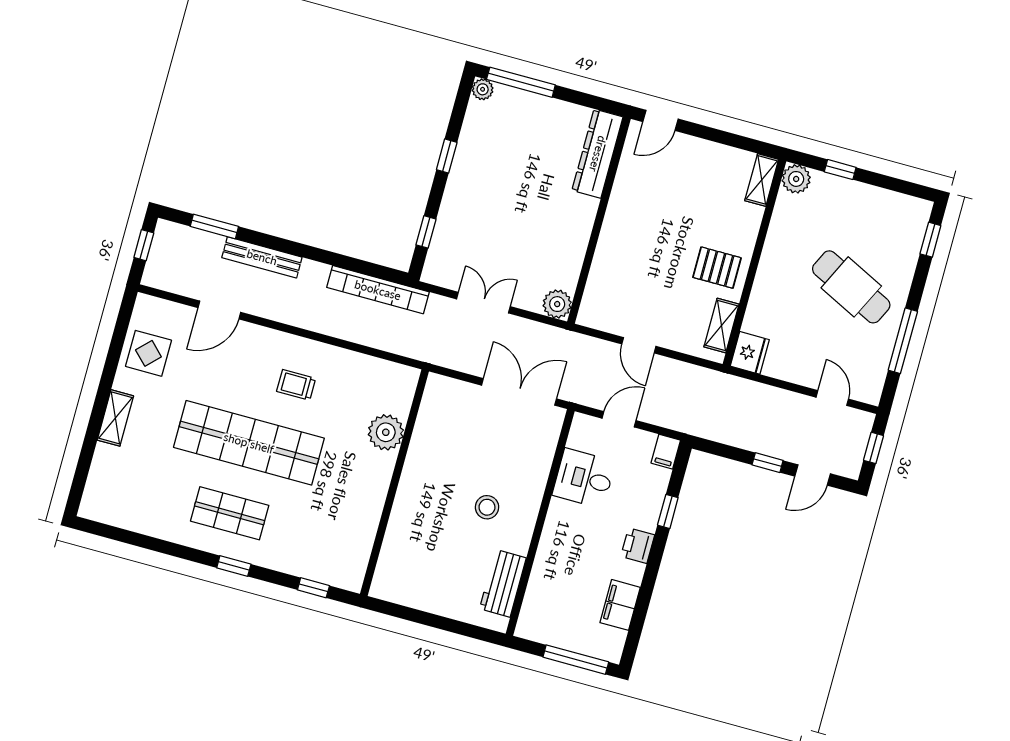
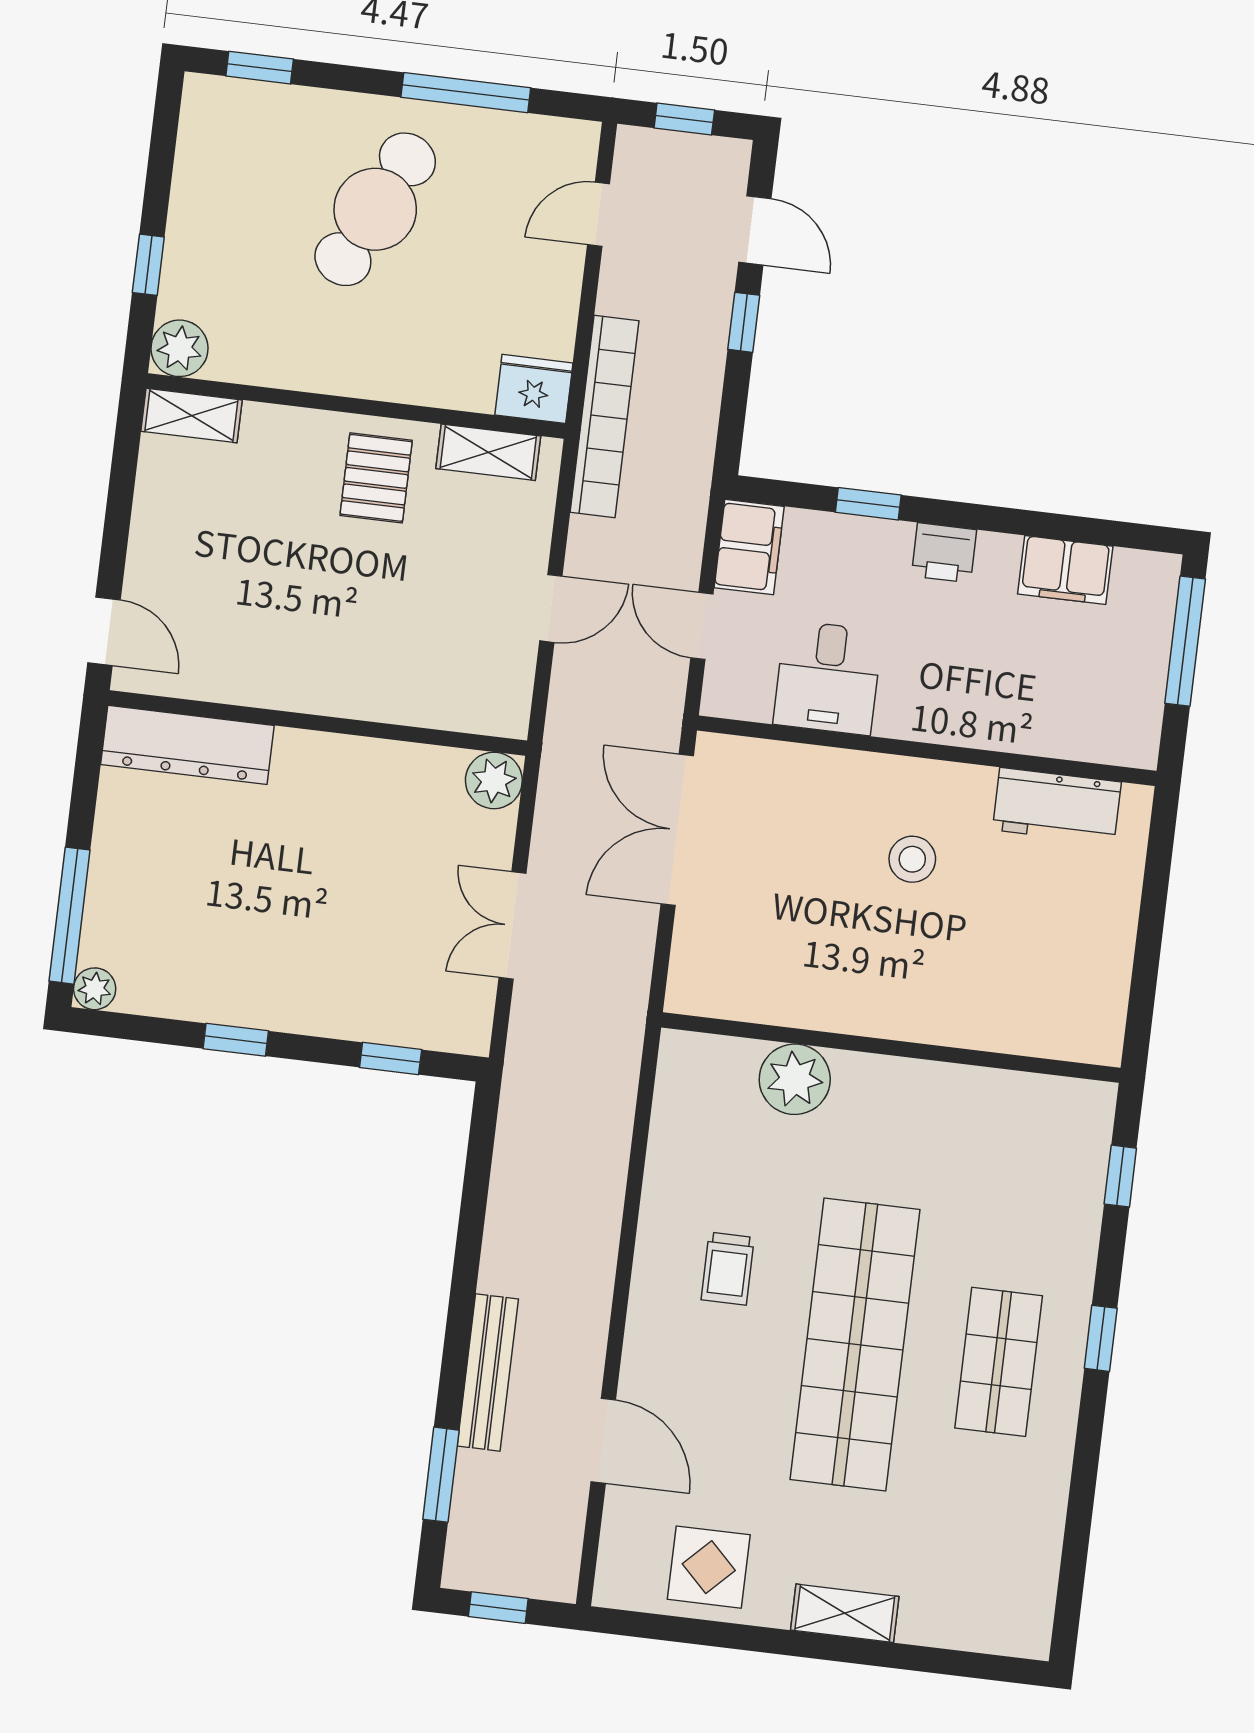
bookcase: (378, 290) -> (604, 417), moved
filing cabinet: (666, 452) -> (749, 547), width x2.00

